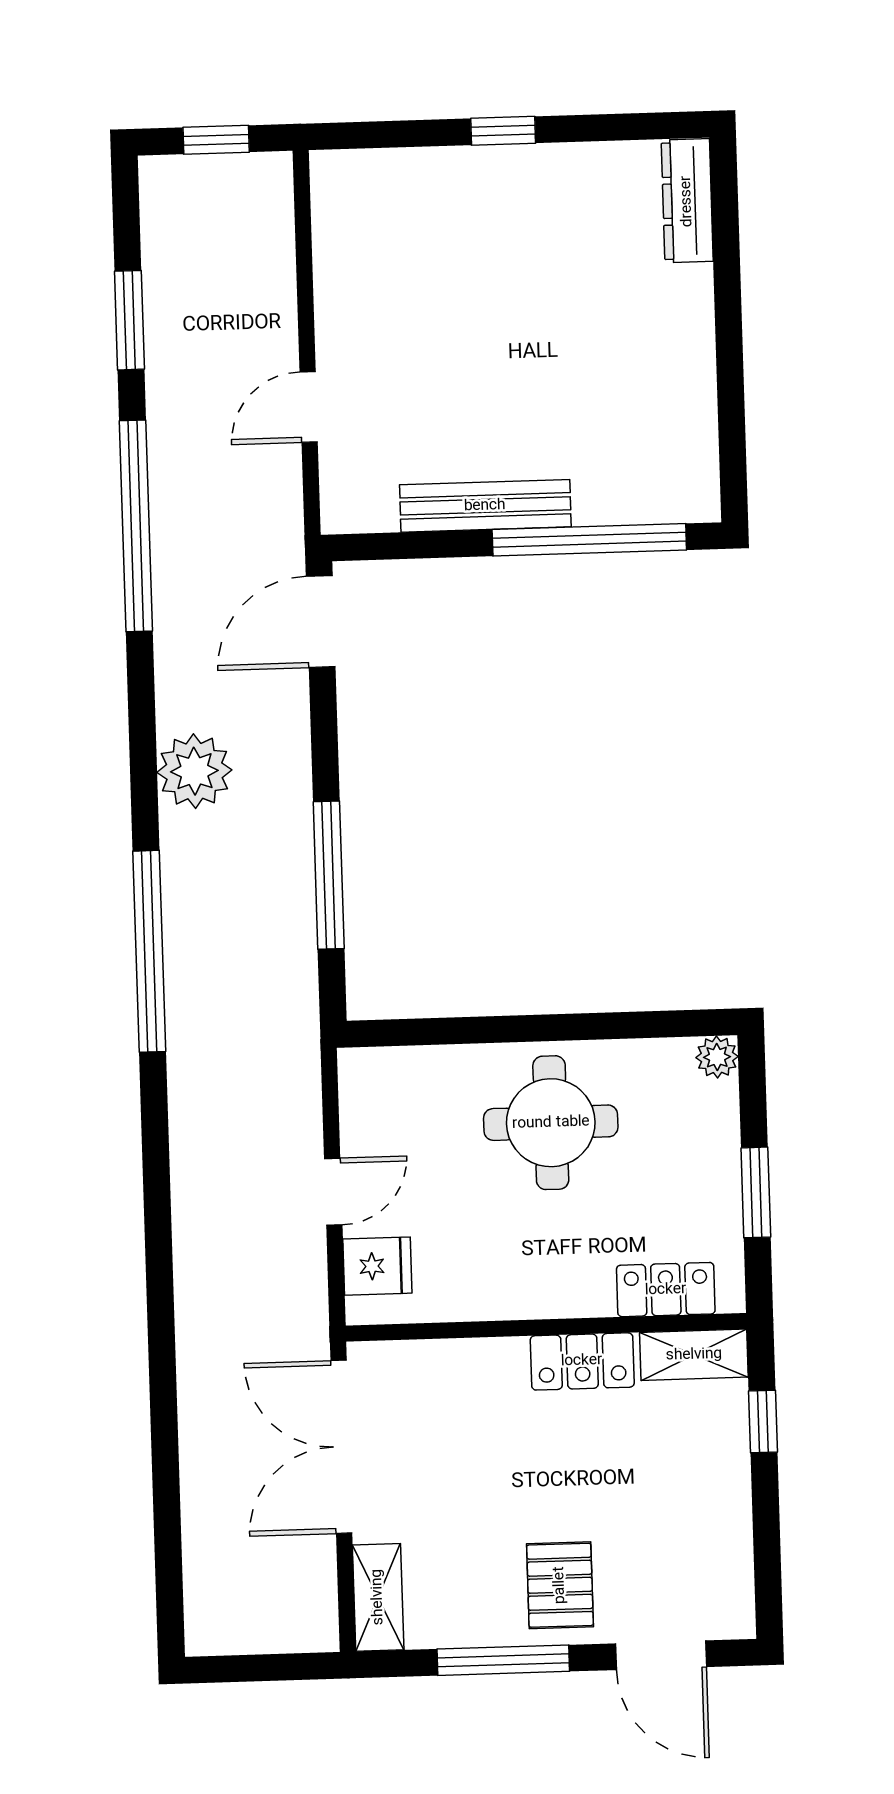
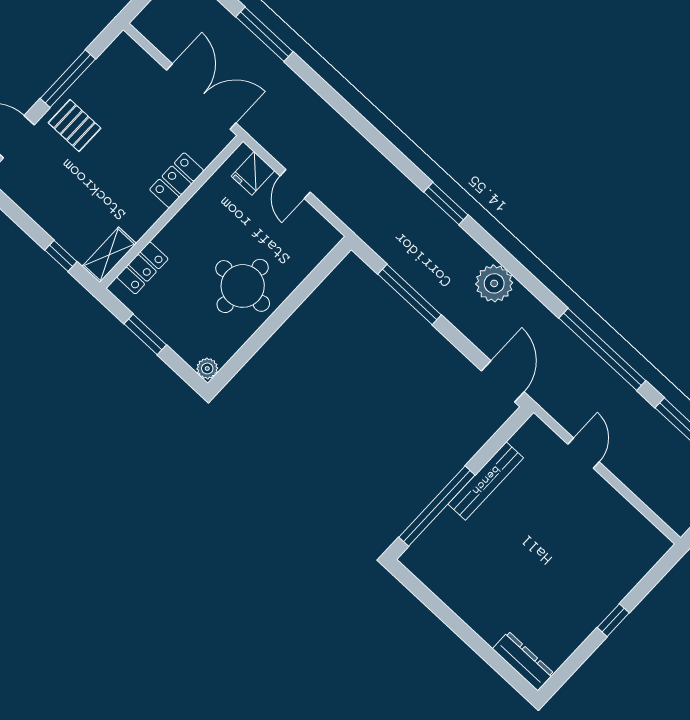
window: (149, 951) -> (446, 203), width x0.47
locker: (582, 1361) -> (177, 180), moved
window: (165, 1445) -> (264, 34), added
shelving: (378, 1597) -> (135, 56), removed

